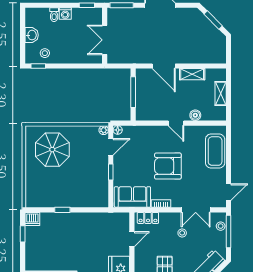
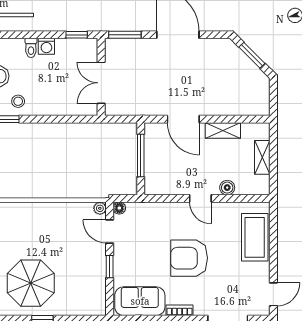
door: (111, 147) -> (110, 232), swing flipped
parasol: (52, 150) -> (31, 283), moved

